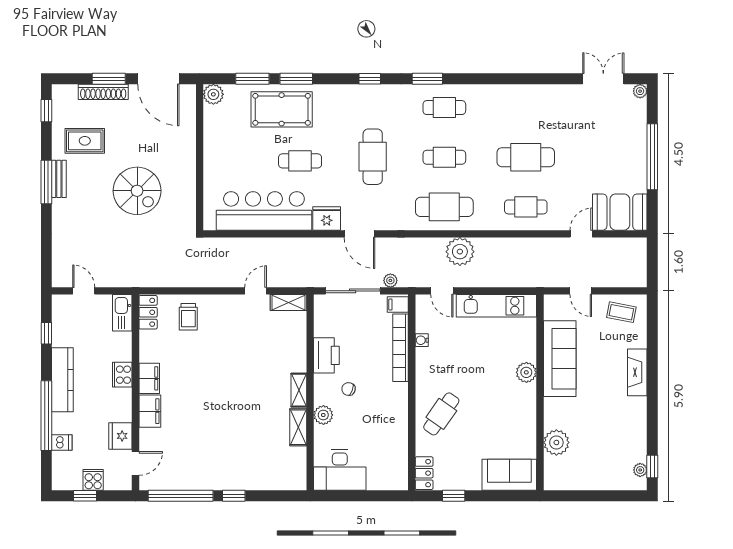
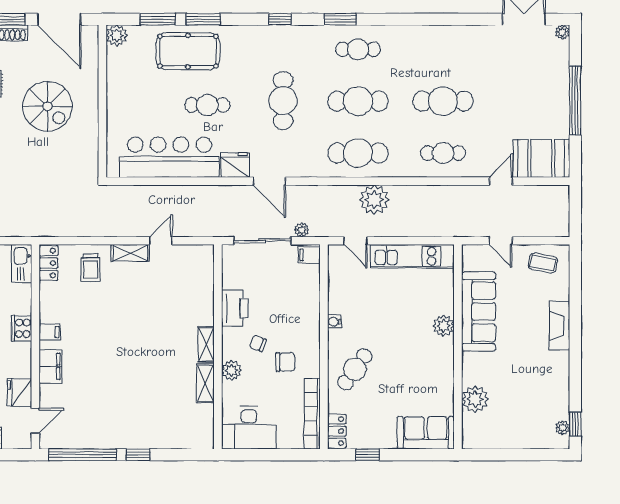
cafe table: (444, 157) -> (358, 101), width x1.37, depth x1.35
spiral stairs: (137, 191) -> (48, 106), moved
shelving: (289, 303) -> (130, 253), moved
water cooler: (422, 340) -> (334, 322), moved
bookcase: (400, 348) -> (312, 414), moved
filing cabinet: (149, 378) -> (50, 332), width x0.50
chair: (375, 407) -> (285, 362), added

